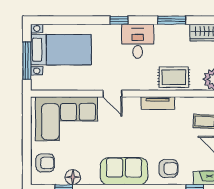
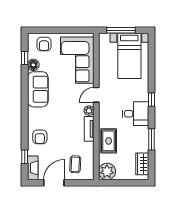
plant: (133, 103) -> (89, 111), added
sofa: (124, 171) -> (38, 89), moved

